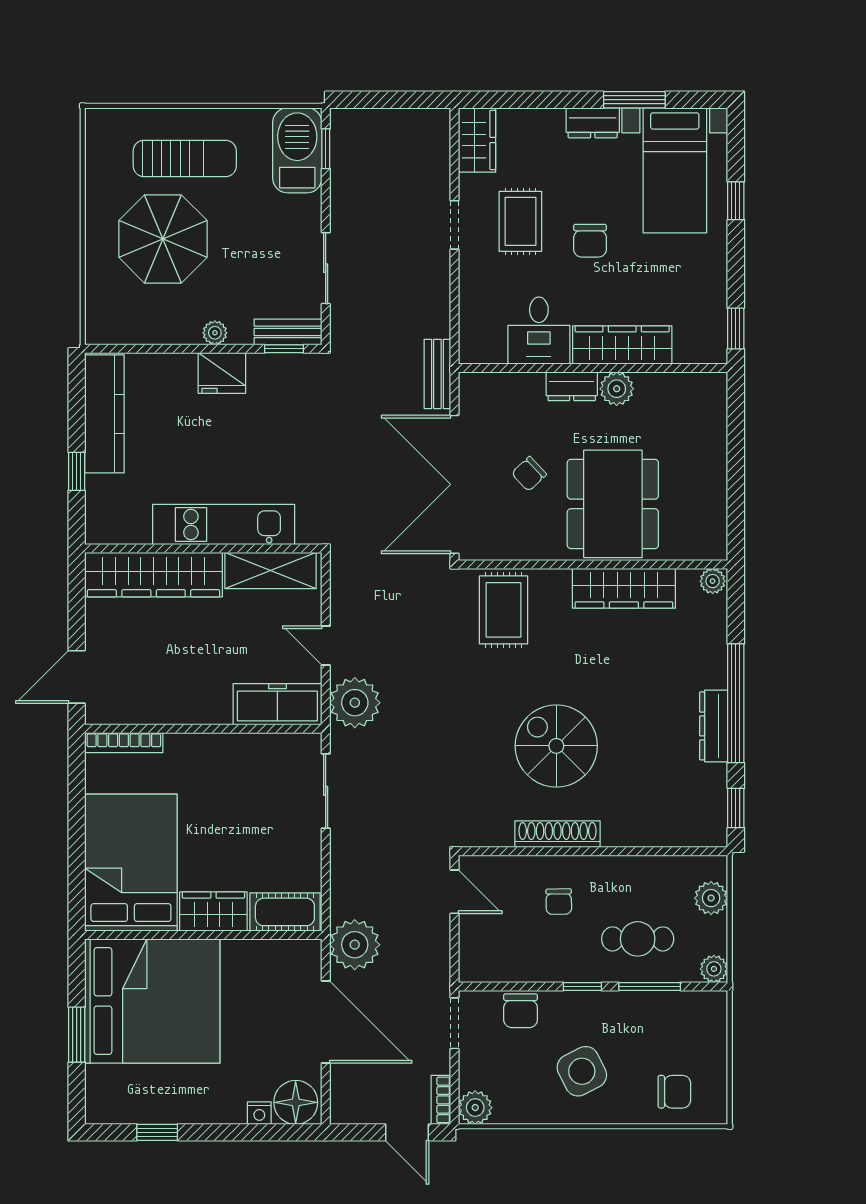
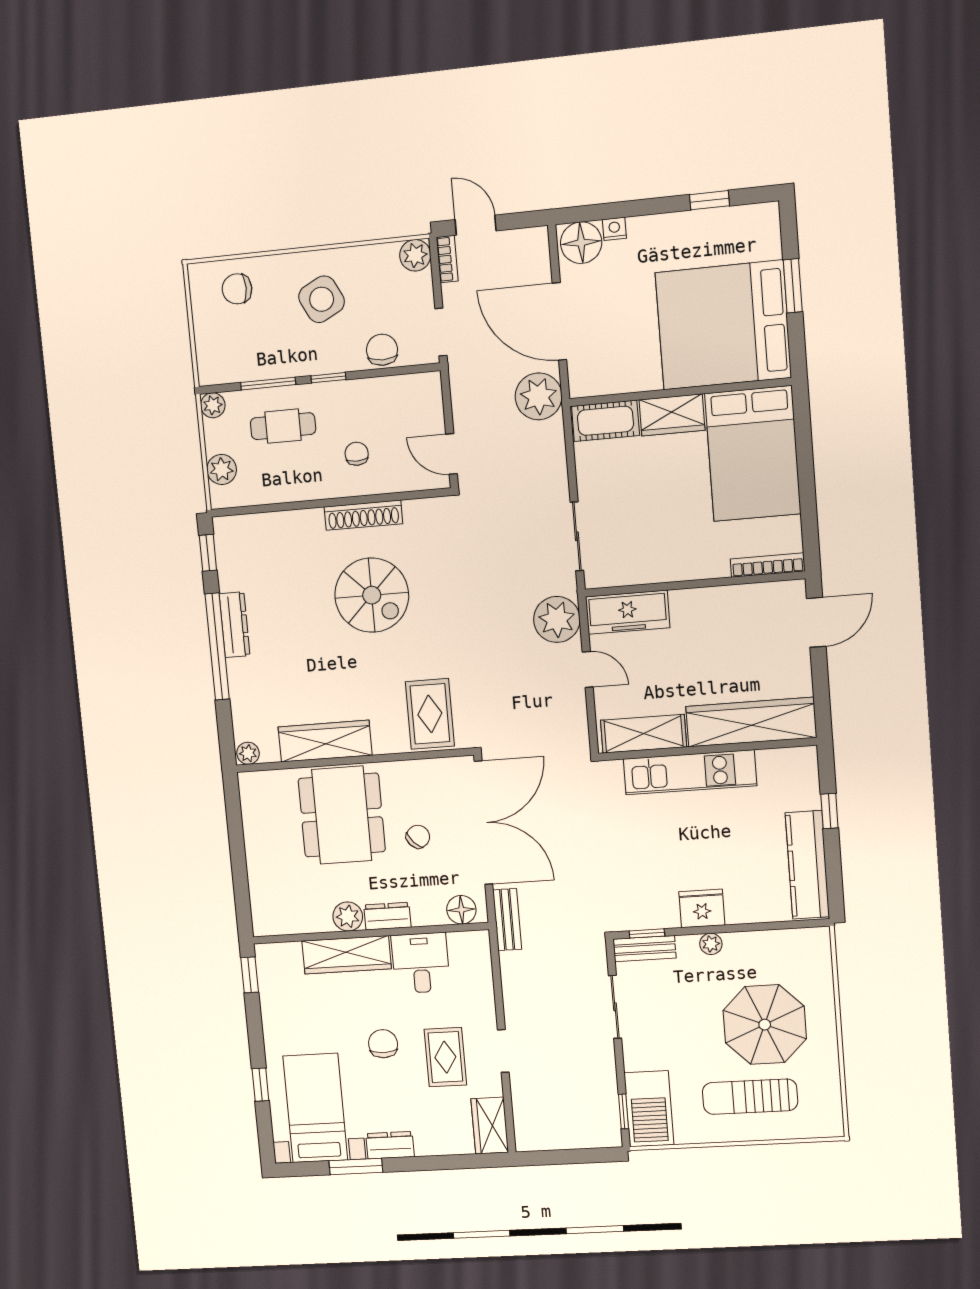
floor lamp: (488, 388) -> (461, 910), added

